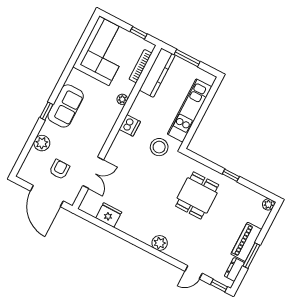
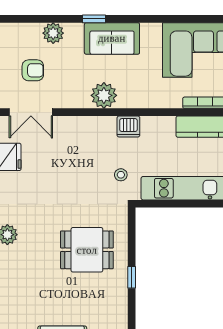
plant: (122, 99) -> (104, 95), moved, width x1.87, depth x1.87
stool: (159, 147) -> (121, 175), width x0.53, depth x0.53
double door: (93, 173) -> (31, 112), moved

